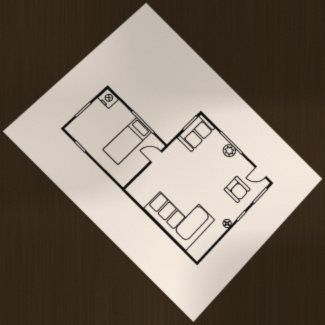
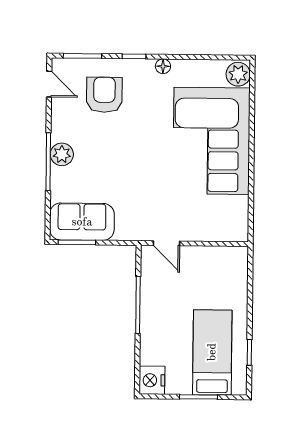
bed: (127, 141) -> (212, 352), moved, turned -90
plant: (196, 251) -> (238, 74), added

